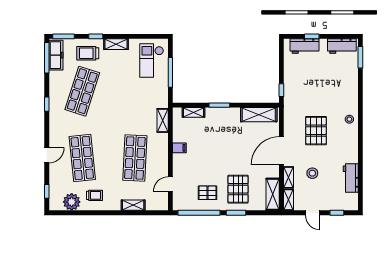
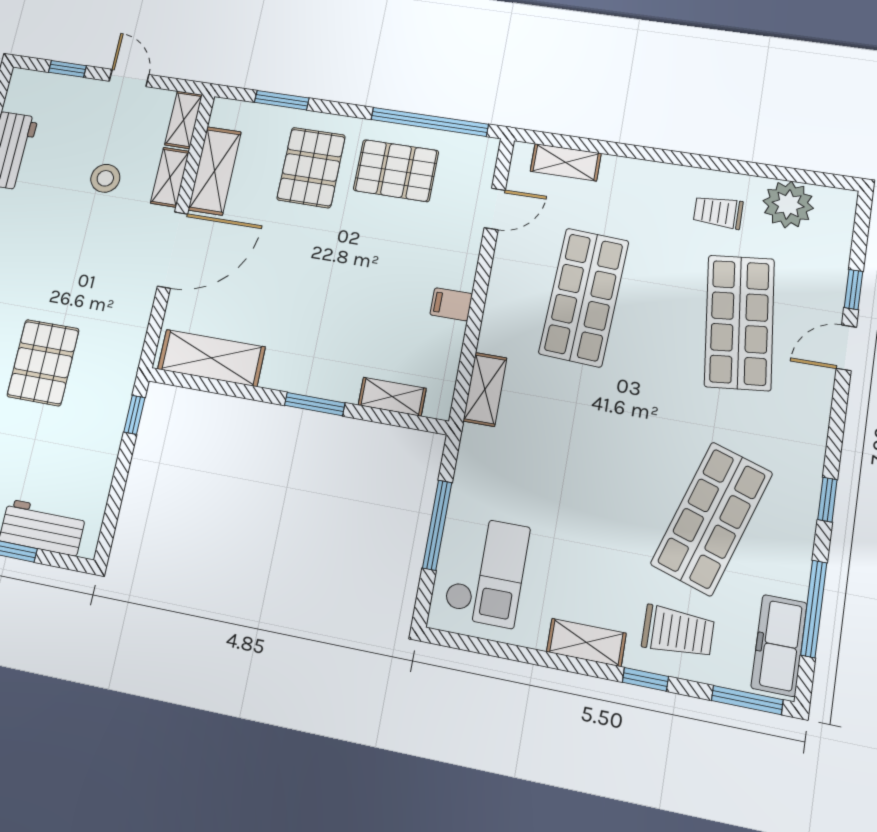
window: (47, 58) -> (814, 609), moved
pallet: (316, 131) -> (43, 363), moved
window: (47, 191) -> (854, 290), moved
pallet: (208, 193) -> (396, 171), width x1.50, depth x1.42
shelving: (273, 194) -> (215, 171), moved
shelving: (133, 205) -> (566, 162), moved
window: (236, 213) -> (282, 100), moved

